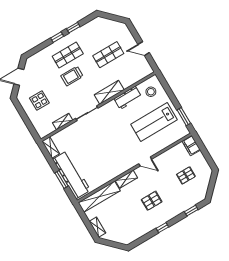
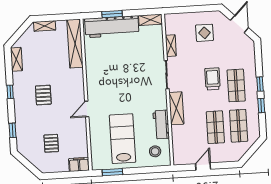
shop shelf: (98, 37) -> (239, 126), added
shelving: (126, 179) -> (16, 59), moved

